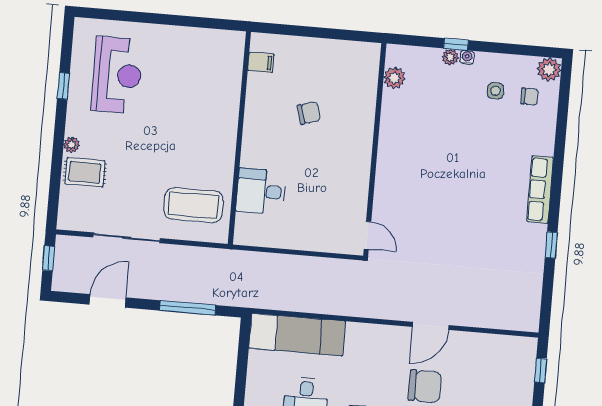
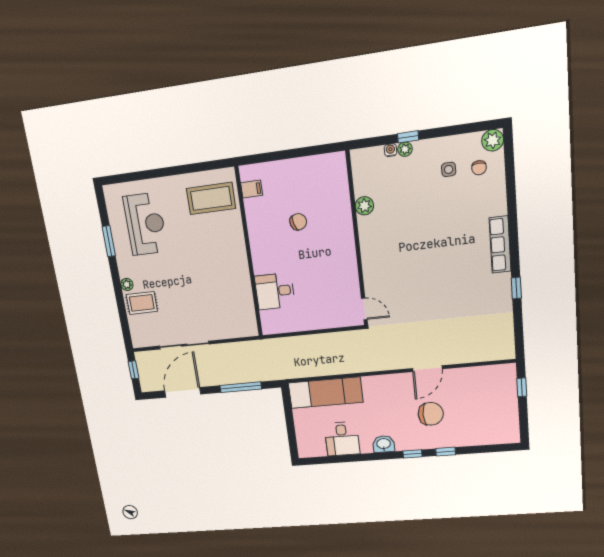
water cooler: (467, 57) -> (391, 150), moved
plant: (394, 78) -> (364, 206), moved
window: (63, 86) -> (109, 241), width x1.50
chair: (530, 96) -> (479, 168), turned 90
coffee table: (194, 205) -> (211, 198), moved
door: (108, 301) -> (183, 392), width x1.36

